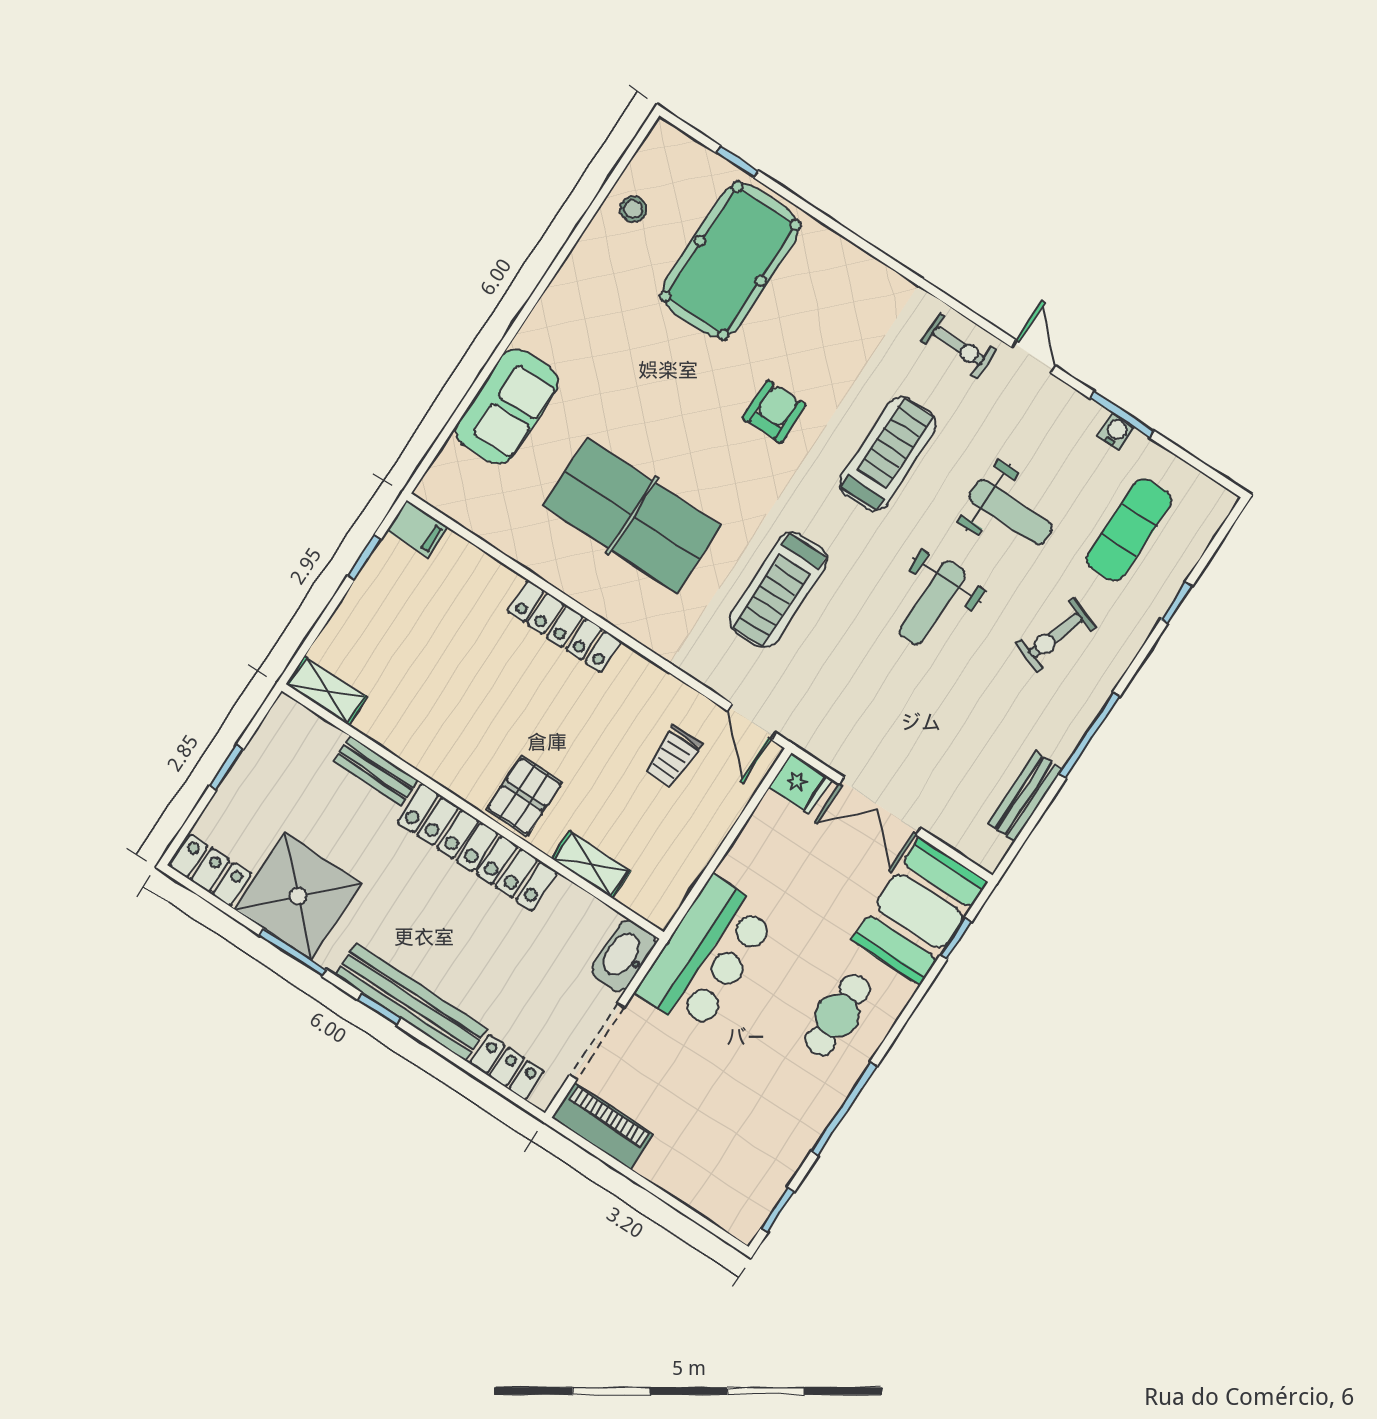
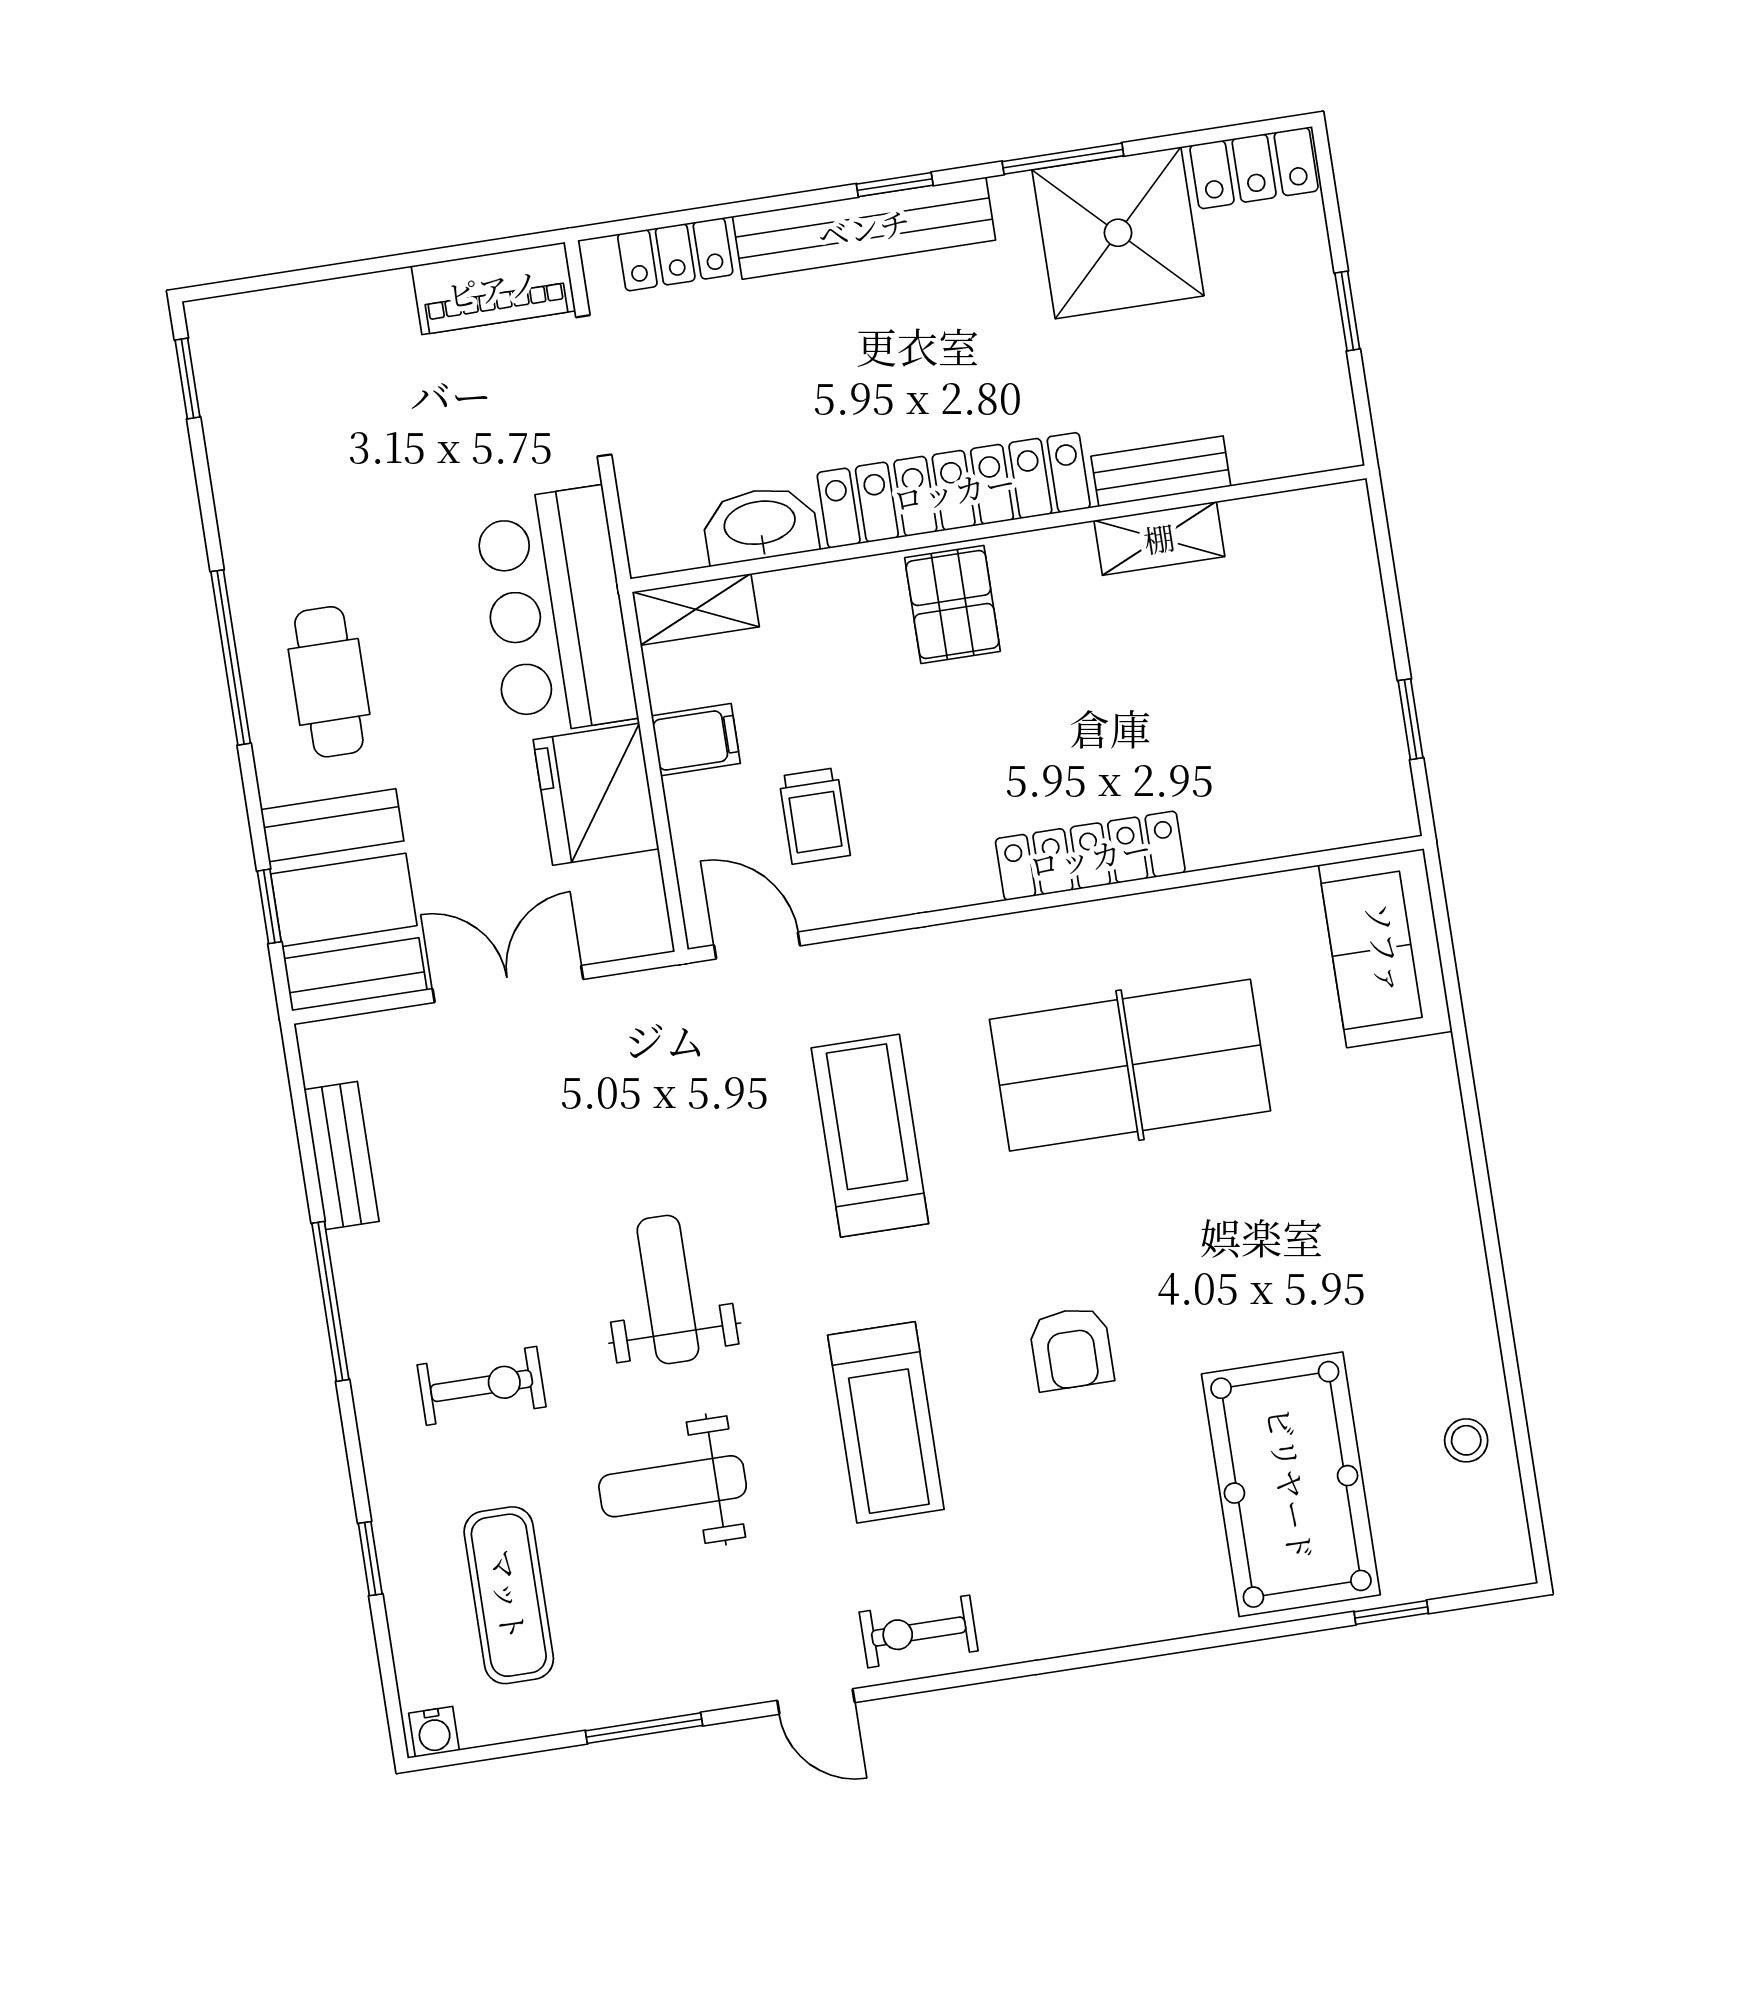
sofa: (507, 407) -> (1385, 948), moved
water cooler: (1116, 431) -> (434, 1732), moved
filing cabinet: (417, 529) -> (696, 740), moved, turned 180
exercise bike: (1056, 635) -> (482, 1386), turned 71
shelving: (327, 691) -> (1159, 538), moved
trolley: (673, 757) -> (814, 816), turned 180
fridge: (800, 784) -> (596, 794), moved, width x1.88, depth x1.34
shelving: (591, 865) -> (696, 609), moved
washbasin: (624, 956) -> (760, 525), moved, turned -90
window: (844, 1109) -> (231, 657), moved

